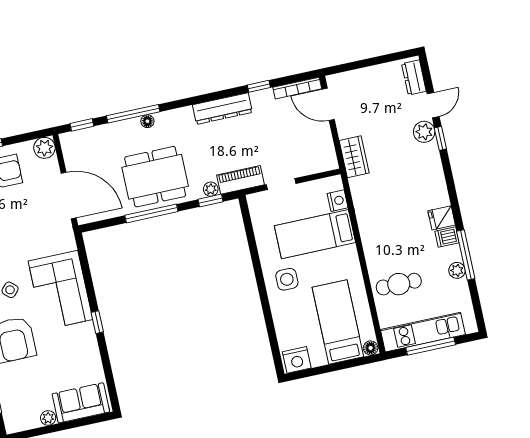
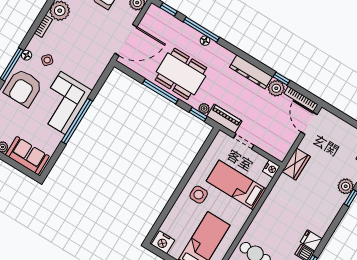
plant: (263, 101) -> (276, 88), added
door: (69, 196) -> (126, 40), hinge flipped
nightstand: (338, 201) -> (271, 169), moved
corner sofa: (60, 290) -> (63, 103), moved
window: (97, 322) -> (77, 121), width x3.17

